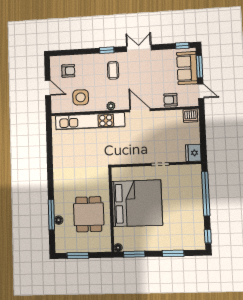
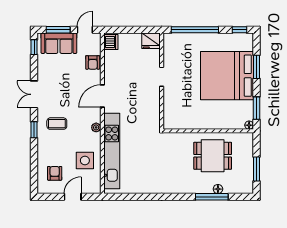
bed: (137, 203) -> (227, 76), moved, turned -90

